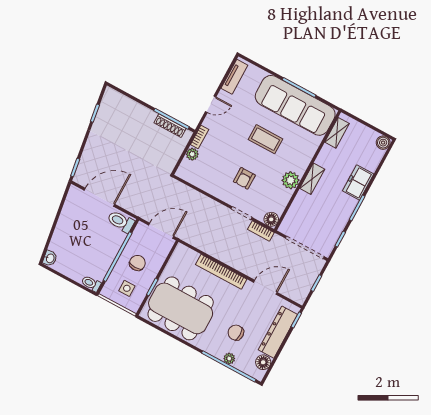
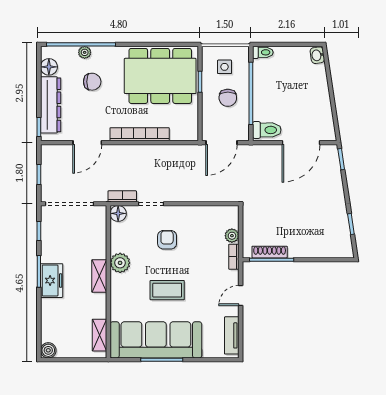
freezer: (358, 182) -> (52, 281), moved

